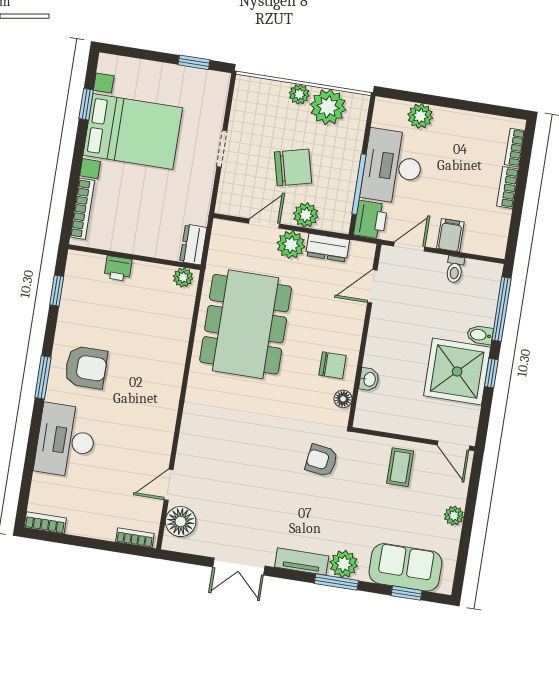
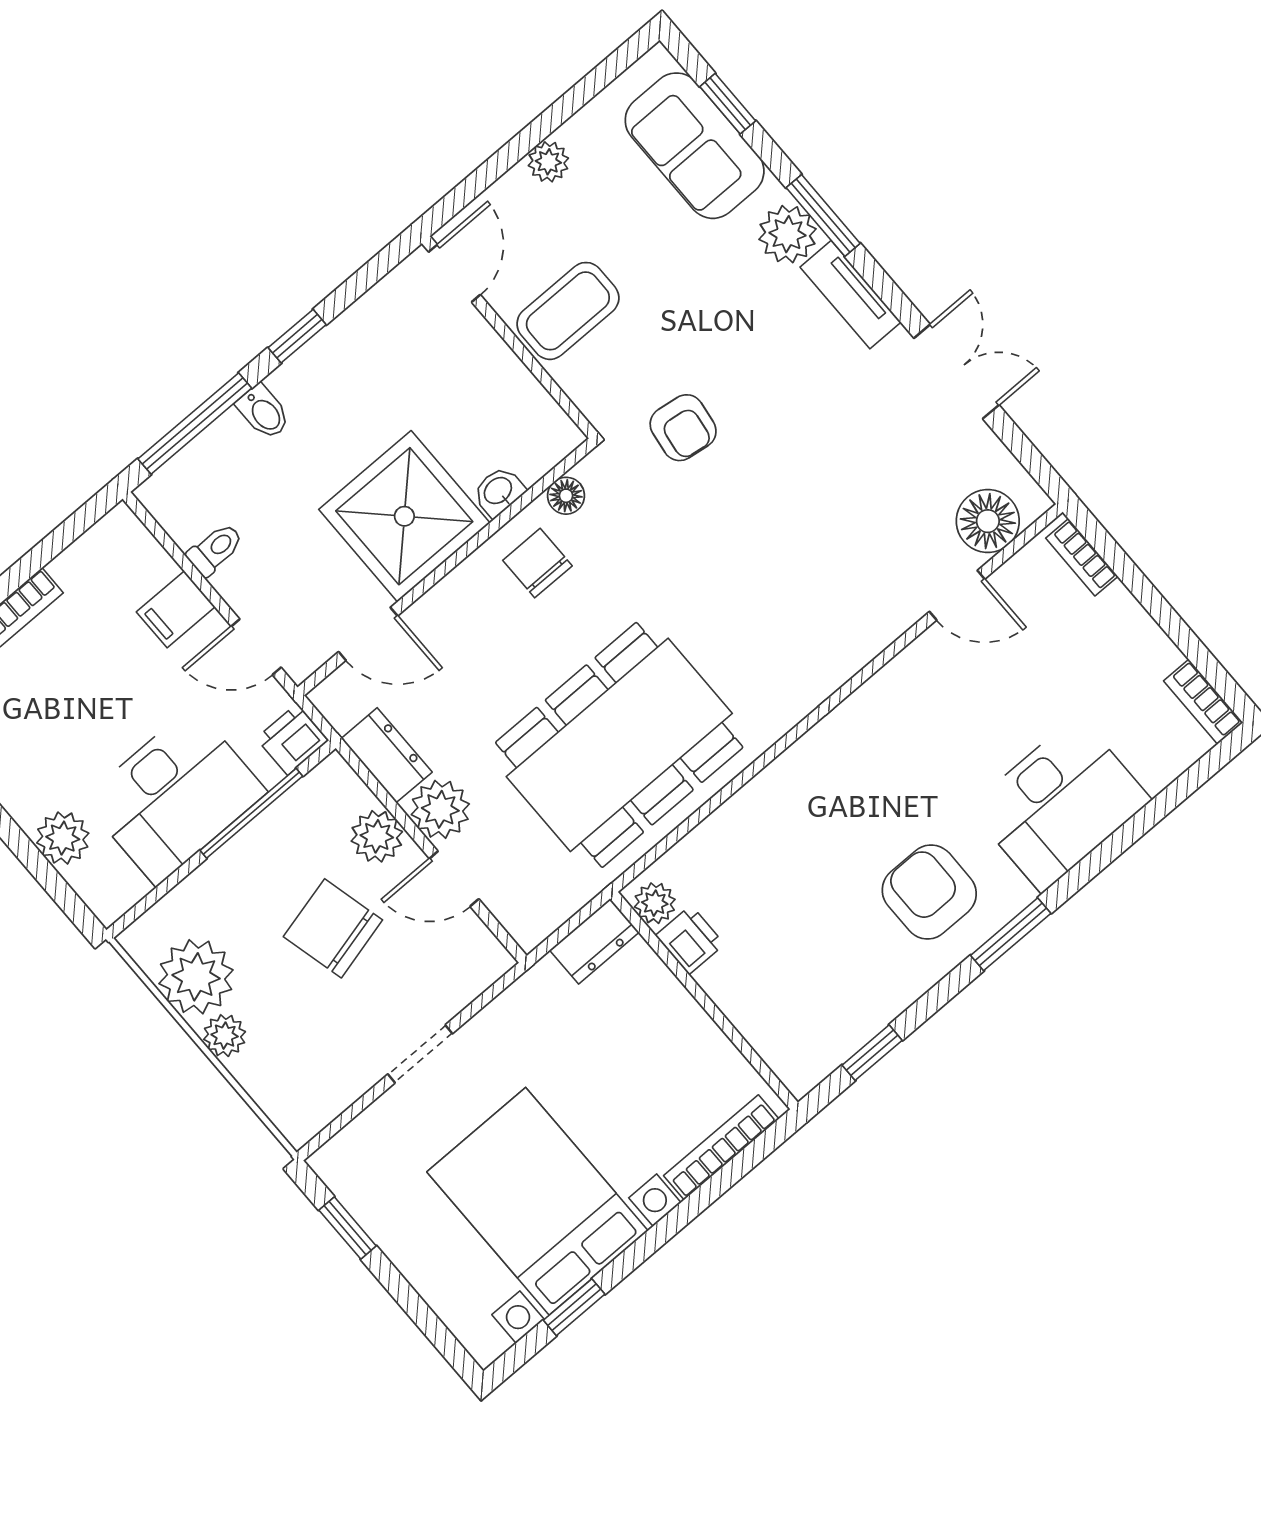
printer: (371, 220) -> (292, 740), width x0.73, depth x0.81
printer: (118, 269) -> (690, 940), moved
shower: (457, 372) -> (404, 516), moved
coffee table: (400, 467) -> (568, 311), width x1.36, depth x1.30

